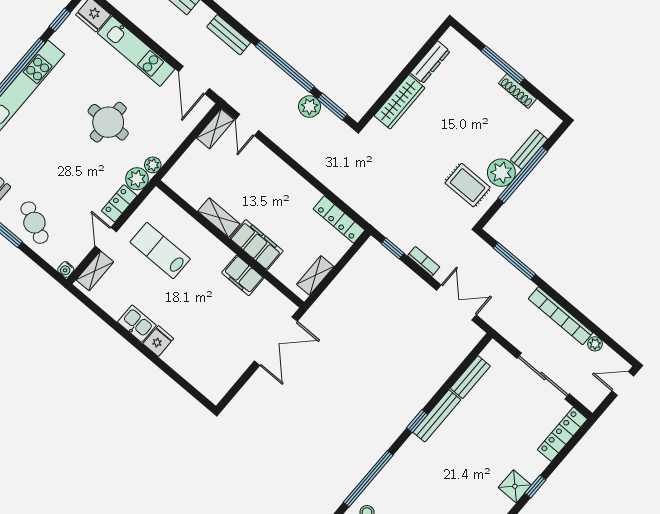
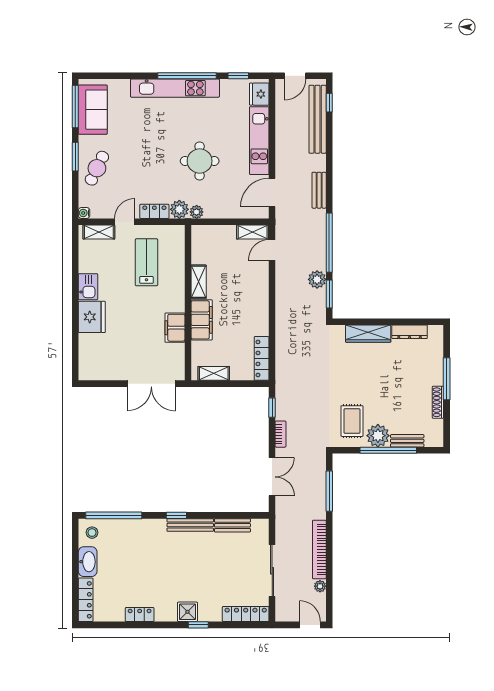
fridge: (158, 341) -> (92, 317), width x1.88, depth x1.34

